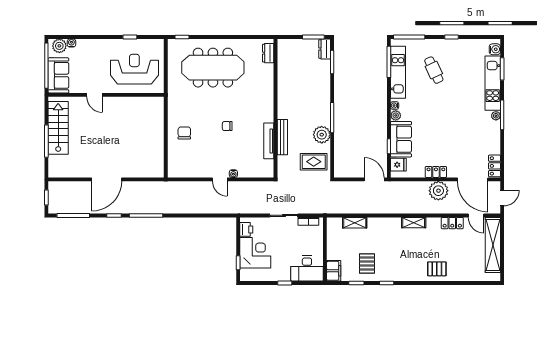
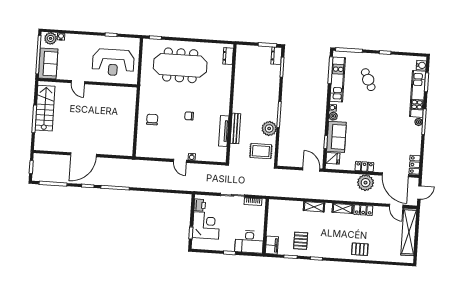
reception desk: (134, 69) -> (113, 62), turned 180
shelving: (355, 223) -> (314, 207), moved
locker: (452, 223) -> (363, 210), moved

